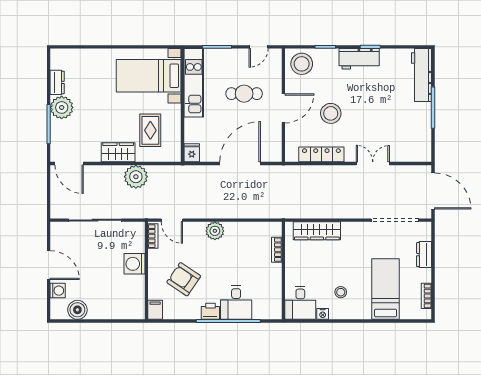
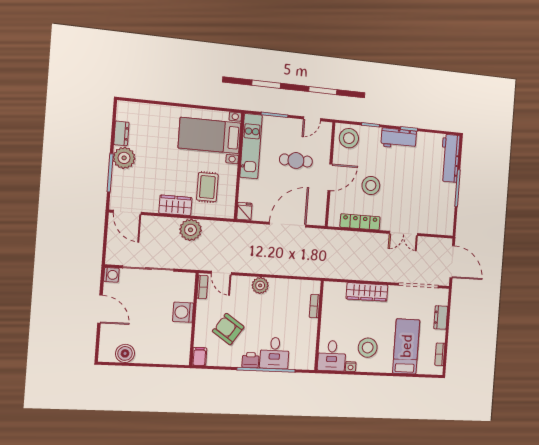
double door: (373, 163) -> (404, 233), swing flipped
wardrobe: (317, 231) -> (367, 292), moved
washing machine: (58, 291) -> (111, 275), moved
stool: (341, 292) -> (368, 348), width x1.89, depth x1.89

